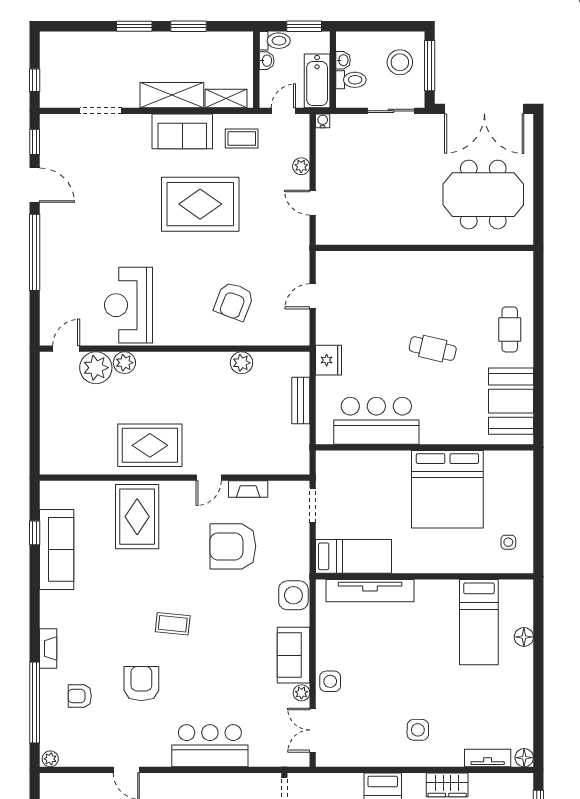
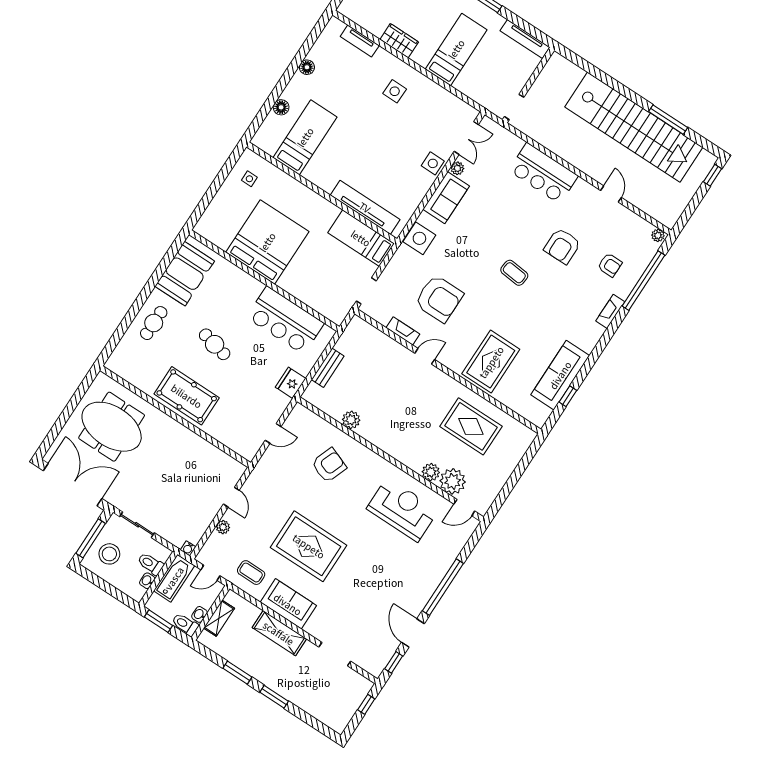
shelving: (226, 99) -> (219, 618), moved, turned 90
pool table: (427, 277) -> (187, 396), added
reception desk: (128, 305) -> (402, 509), turned -90
rug: (150, 445) -> (471, 426), moved
floor lamp: (524, 758) -> (307, 67), moved

